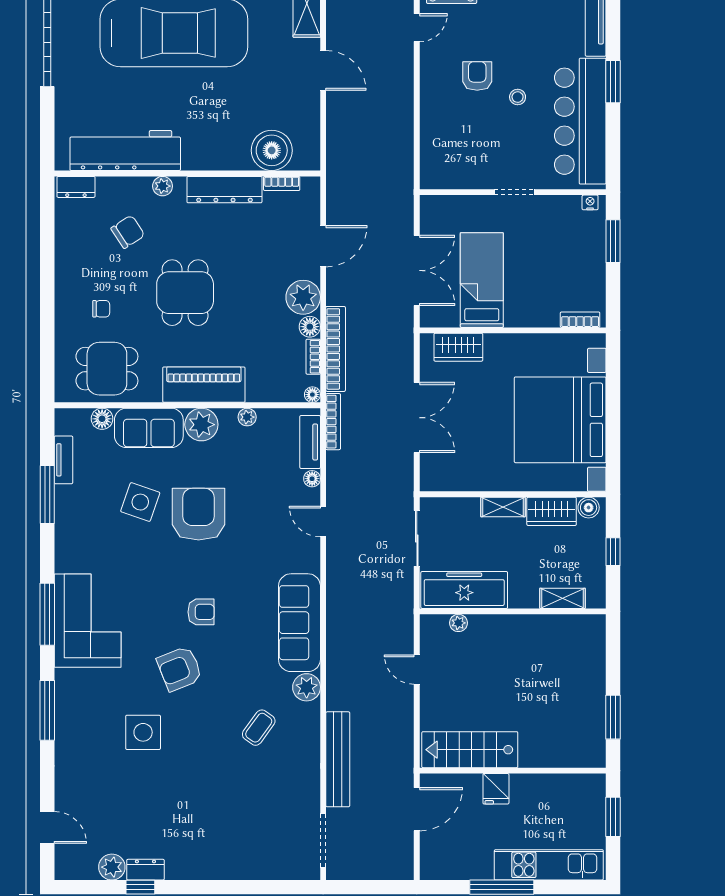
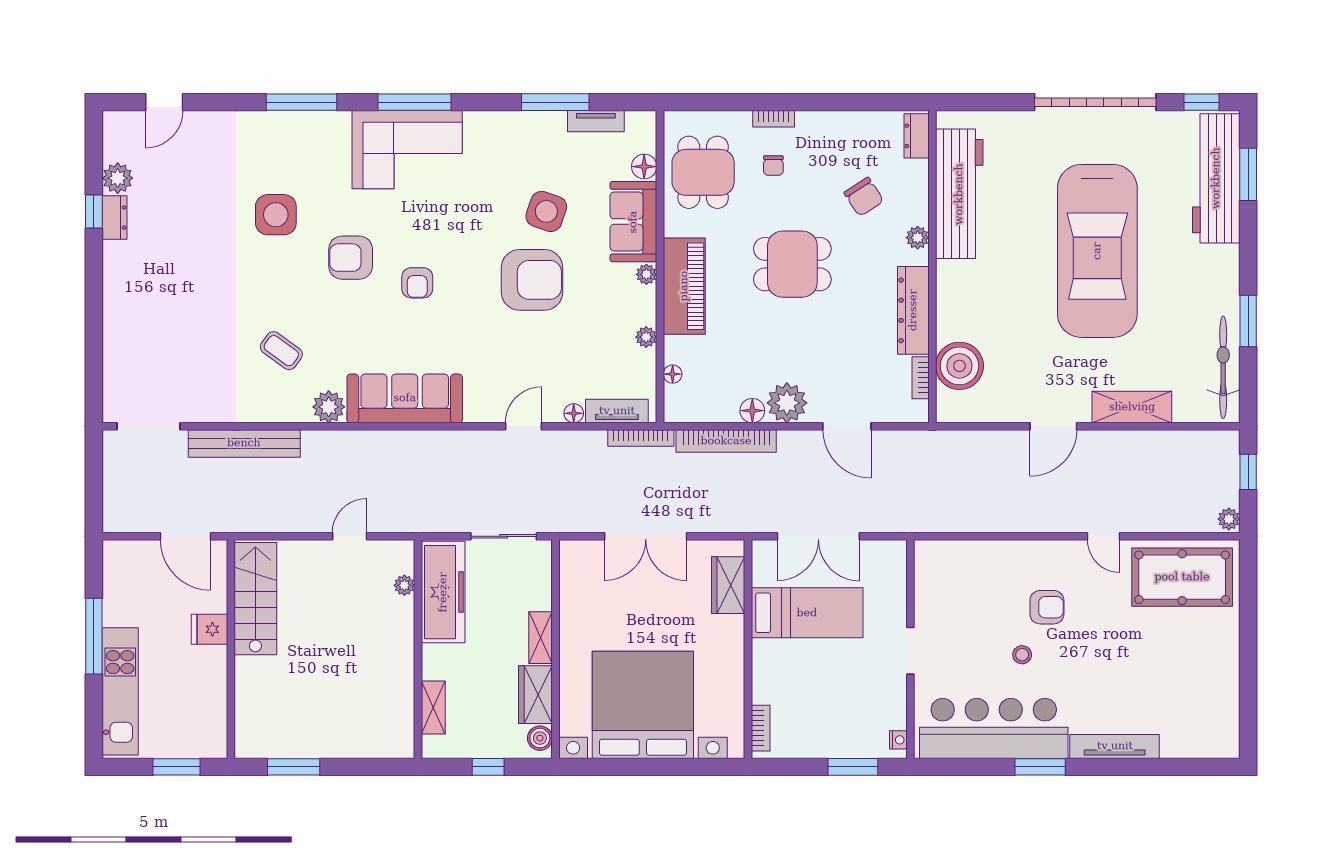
bookcase: (313, 357) -> (774, 119), moved, turned 180
floor lamp: (312, 395) -> (673, 374), moved
plant: (201, 425) -> (646, 274), width x0.53, depth x0.53
armchair: (180, 669) -> (351, 258), turned -68

